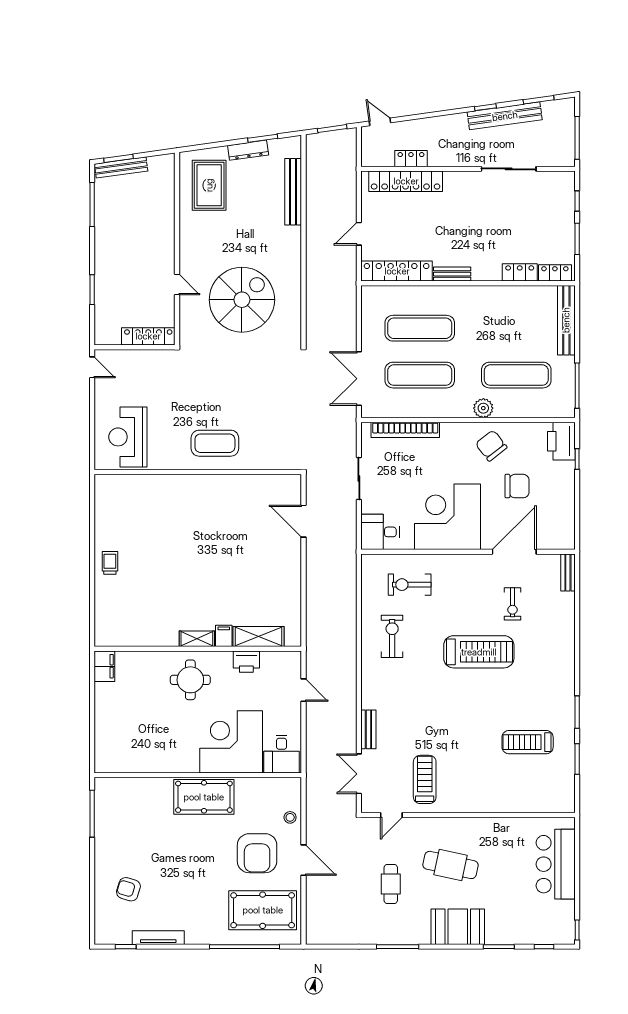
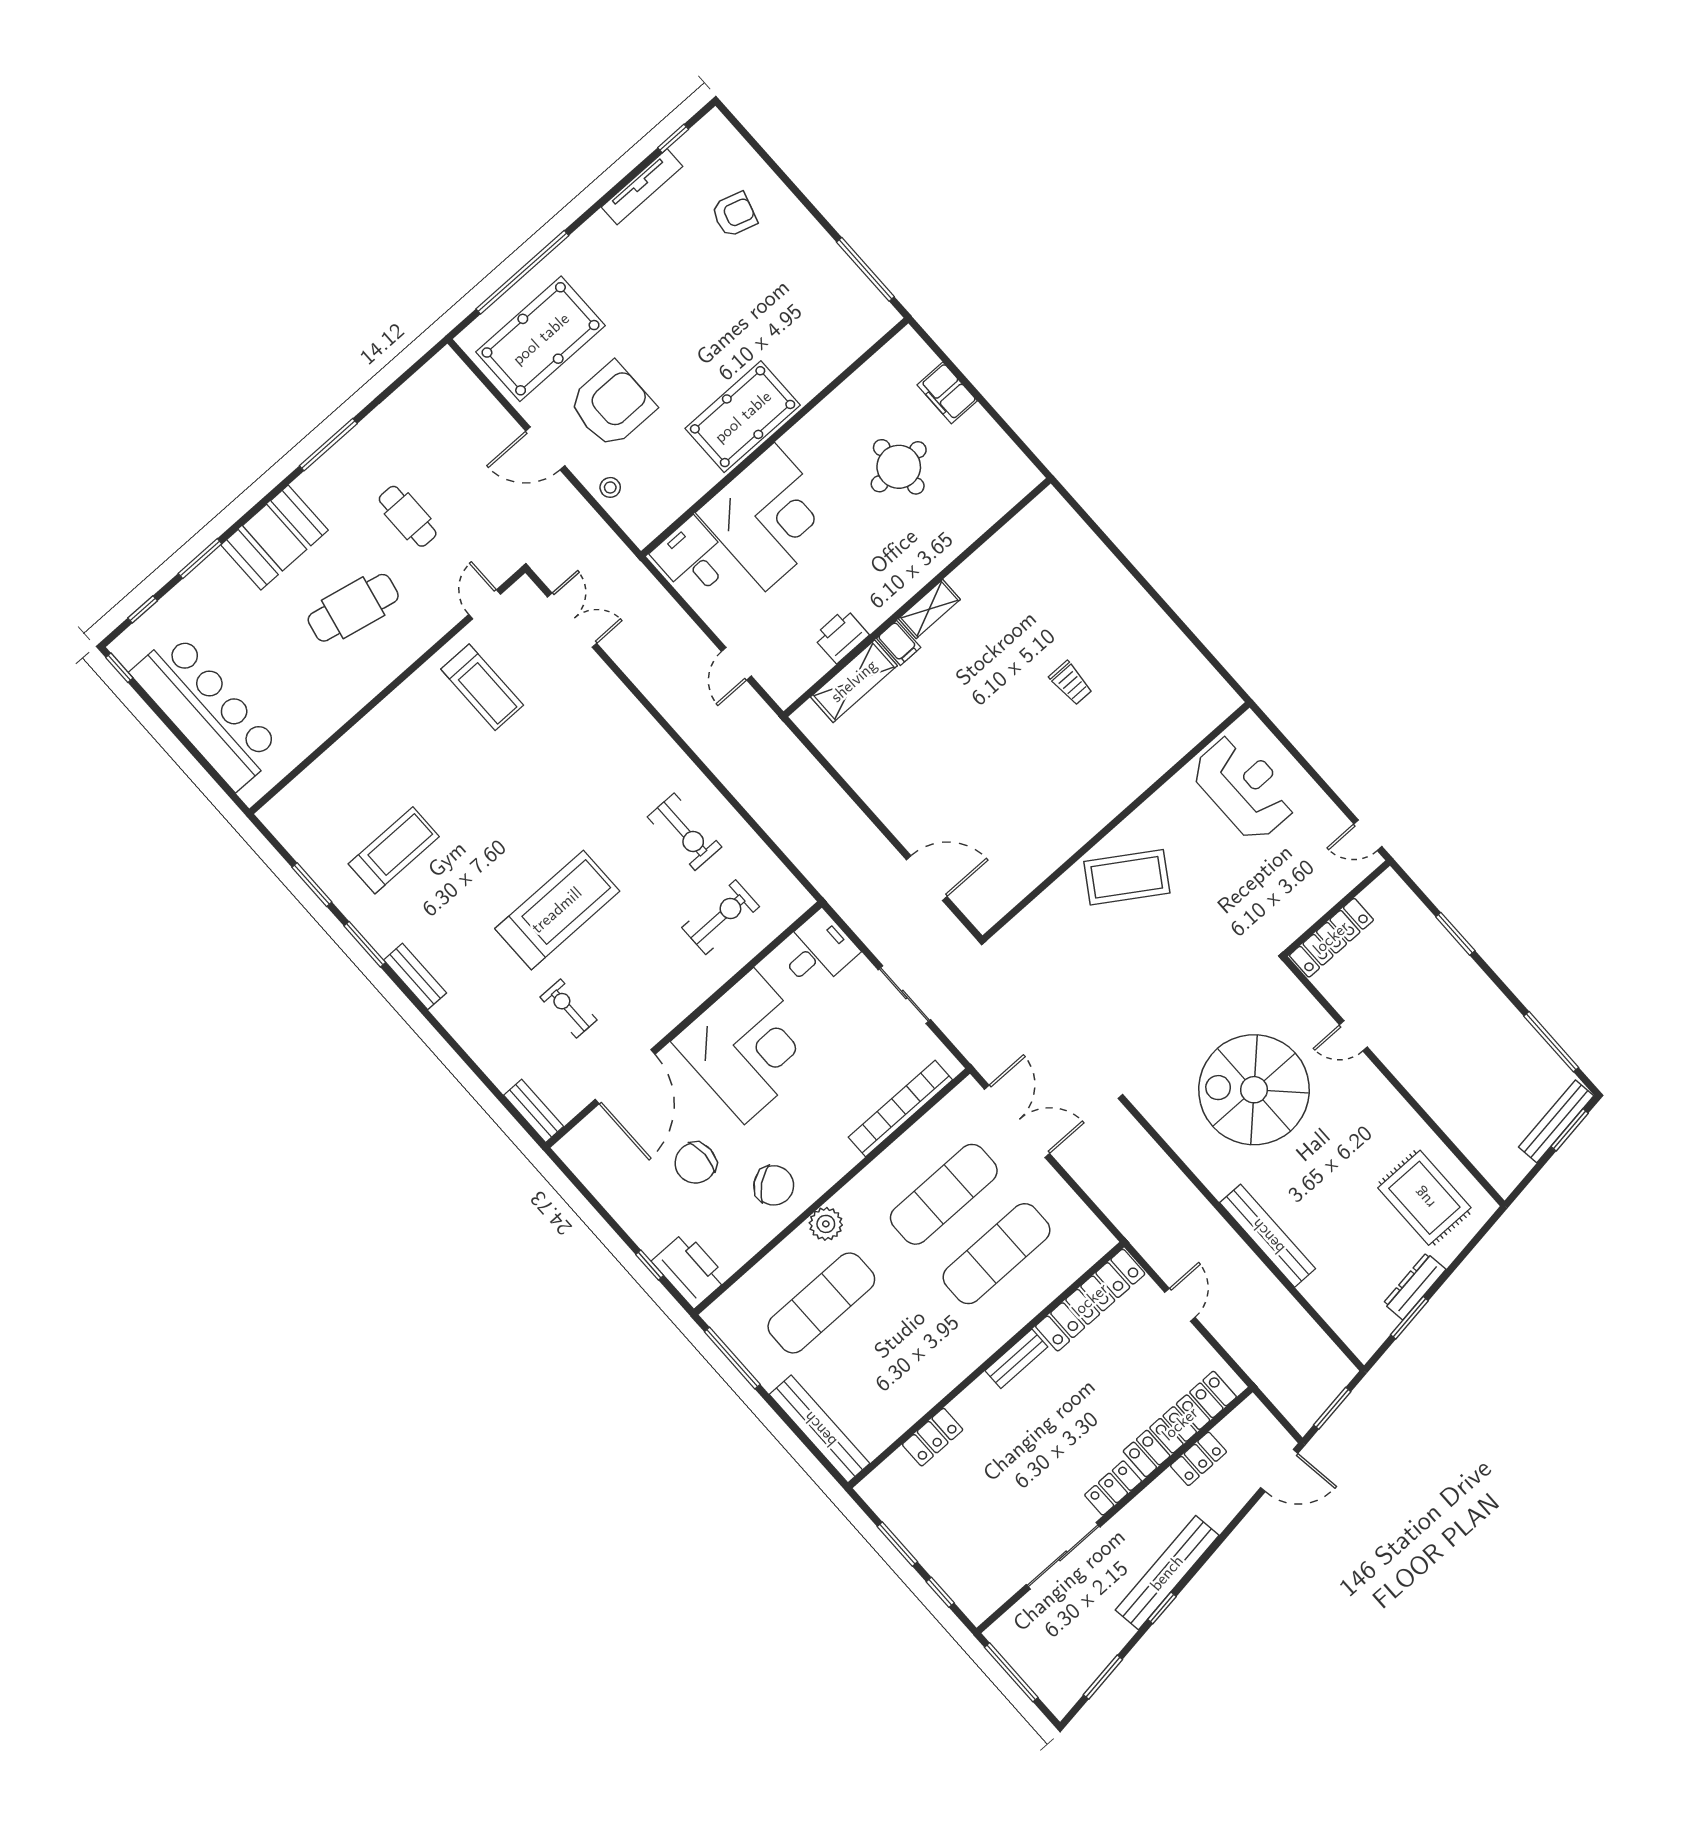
bench: (505, 116) -> (1167, 1573), moved
door: (380, 122) -> (1279, 1470), width x1.38
bench: (293, 192) -> (1268, 1236), moved
locker: (555, 273) -> (1113, 1488), moved, turned 180
spiral stairs: (242, 300) -> (1254, 1090), turned 90
coffee table: (215, 443) -> (1127, 877), turned 33
trolley: (110, 563) -> (1071, 683), moved
treadmill: (479, 652) -> (557, 910), turned 180
filing cabinet: (104, 666) -> (947, 393), moved
round table: (190, 680) -> (899, 467), moved
door: (303, 690) -> (736, 664), hinge flipped
bench: (368, 729) -> (415, 976), moved
armchair: (257, 853) -> (612, 405), turned 90
bar counter: (556, 864) -> (206, 711), width x1.36

